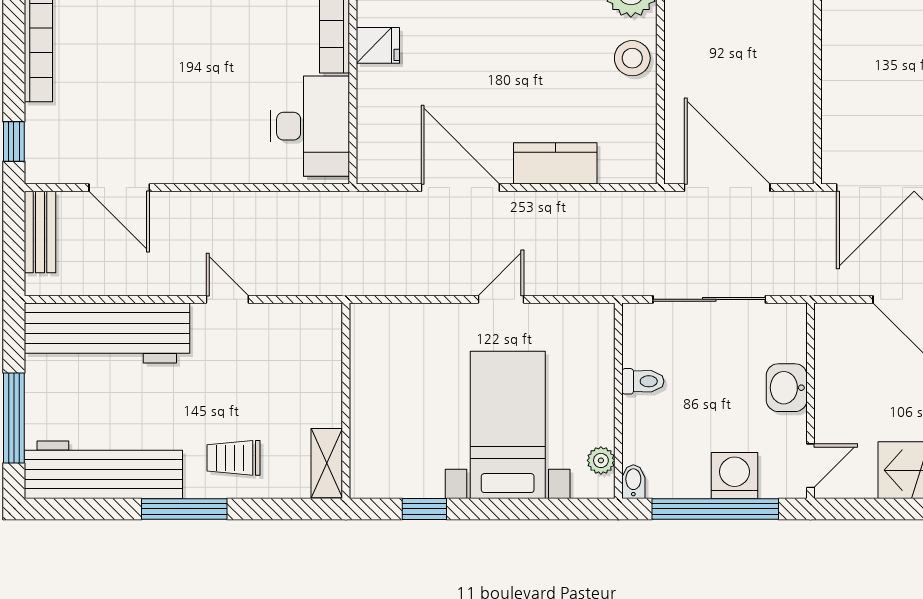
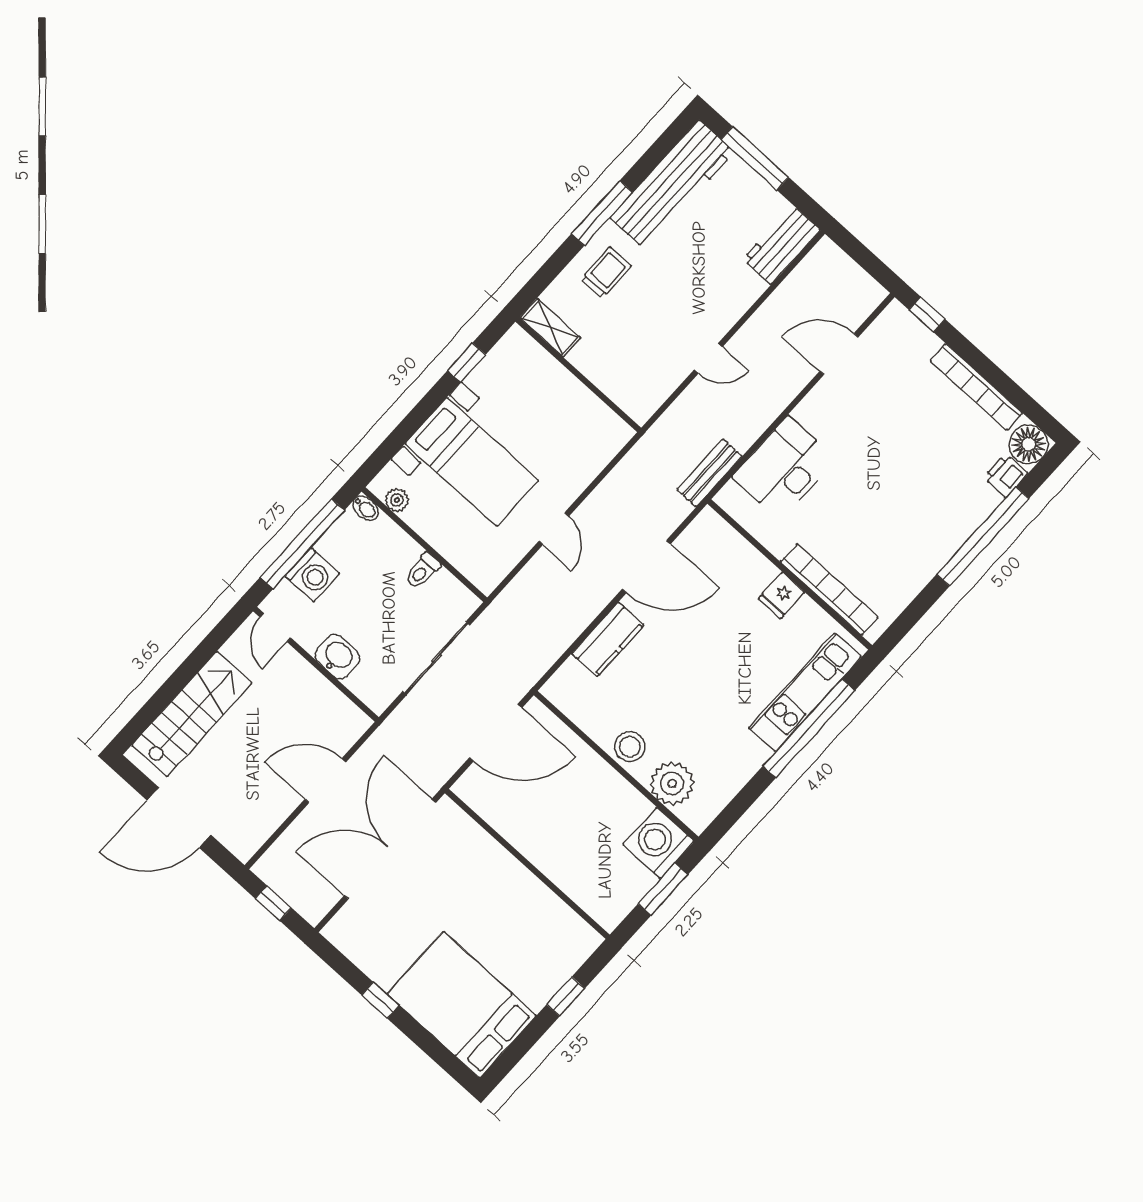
desk: (310, 126) -> (784, 468), moved, turned 90
bench: (40, 232) -> (710, 473), moved, turned 90
workbench: (107, 333) -> (782, 244), width x0.53, depth x0.76

